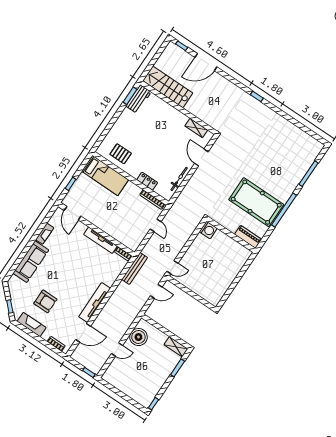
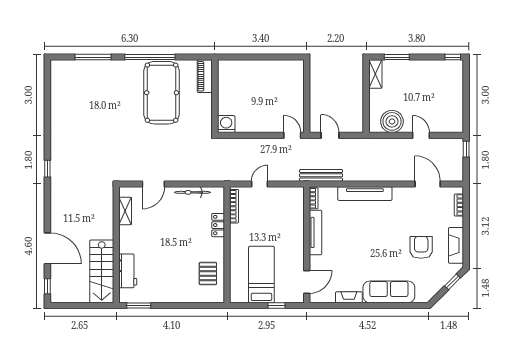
workbench: (138, 99) -> (128, 271), moved, turned 90
bed: (105, 175) -> (261, 275), moved
tv unit: (95, 303) -> (365, 194), moved

